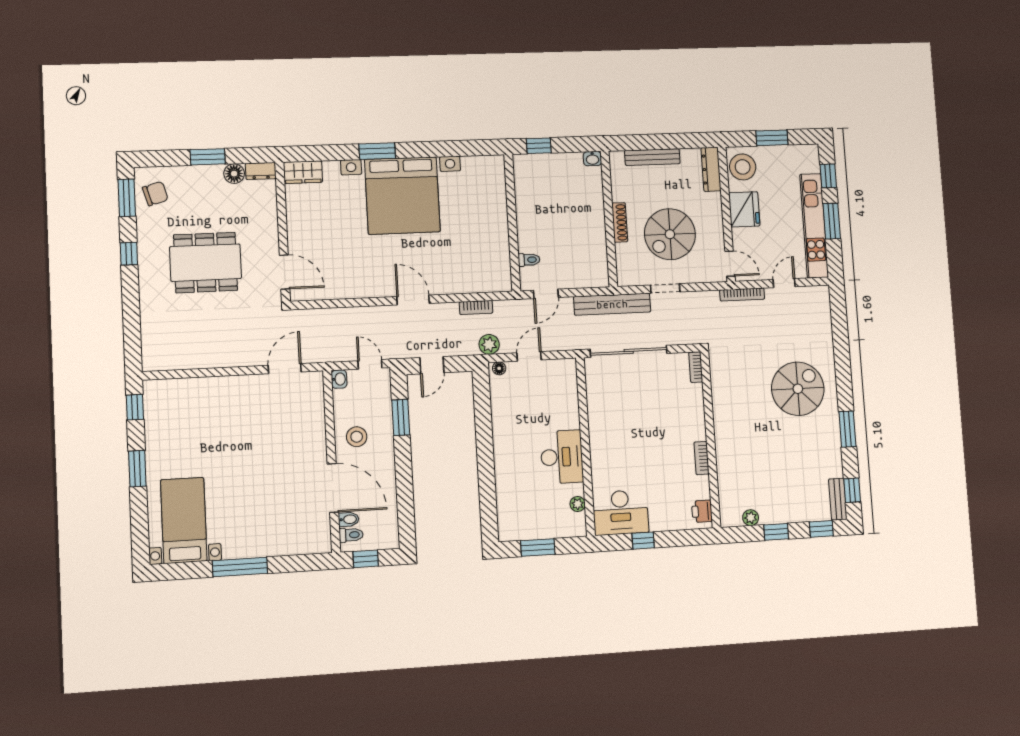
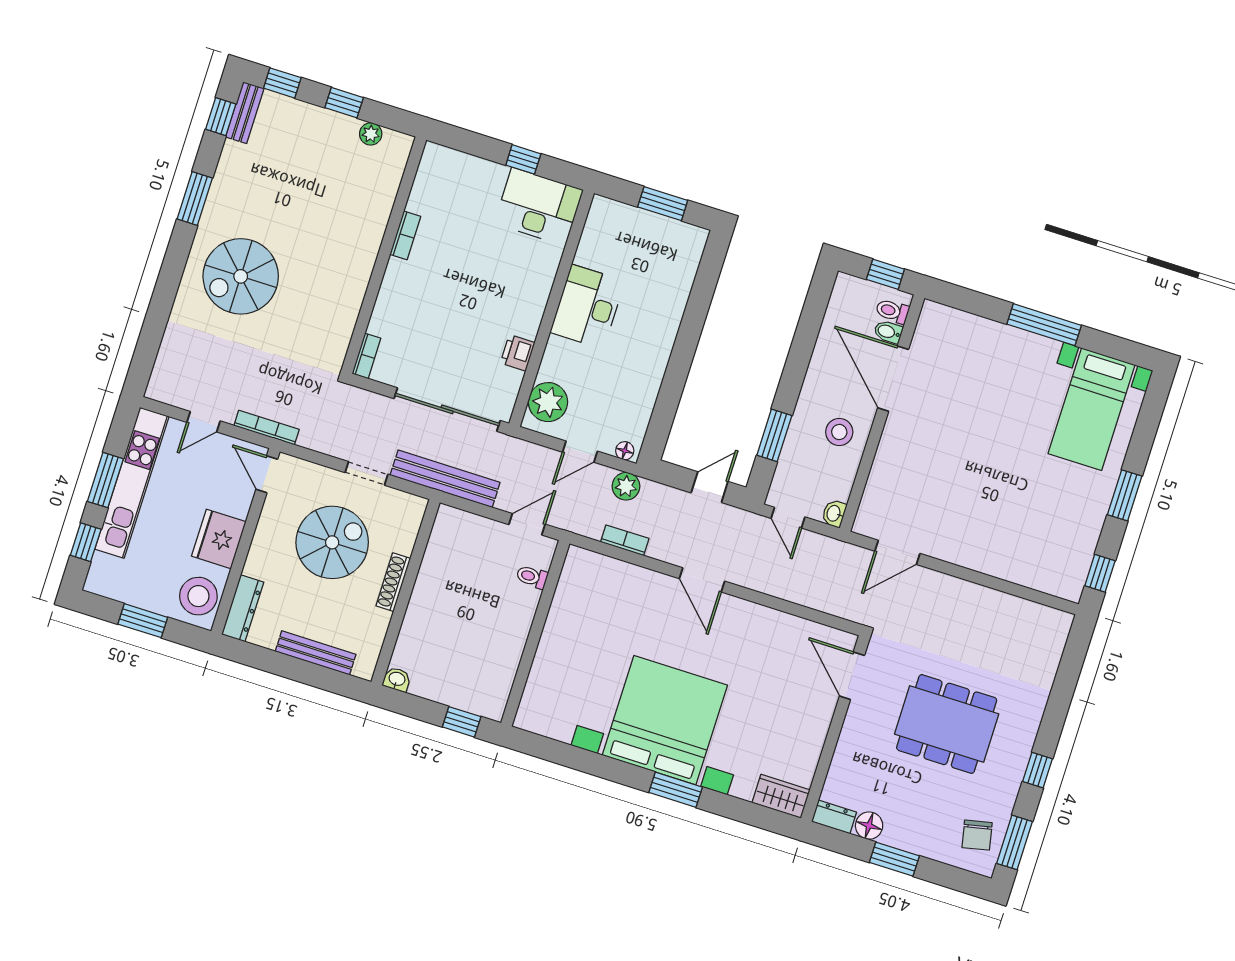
chair: (155, 194) -> (977, 835), turned -86
plant: (578, 504) -> (548, 402), moved, width x1.87, depth x1.87
printer: (702, 511) -> (518, 353), moved, turned 180

